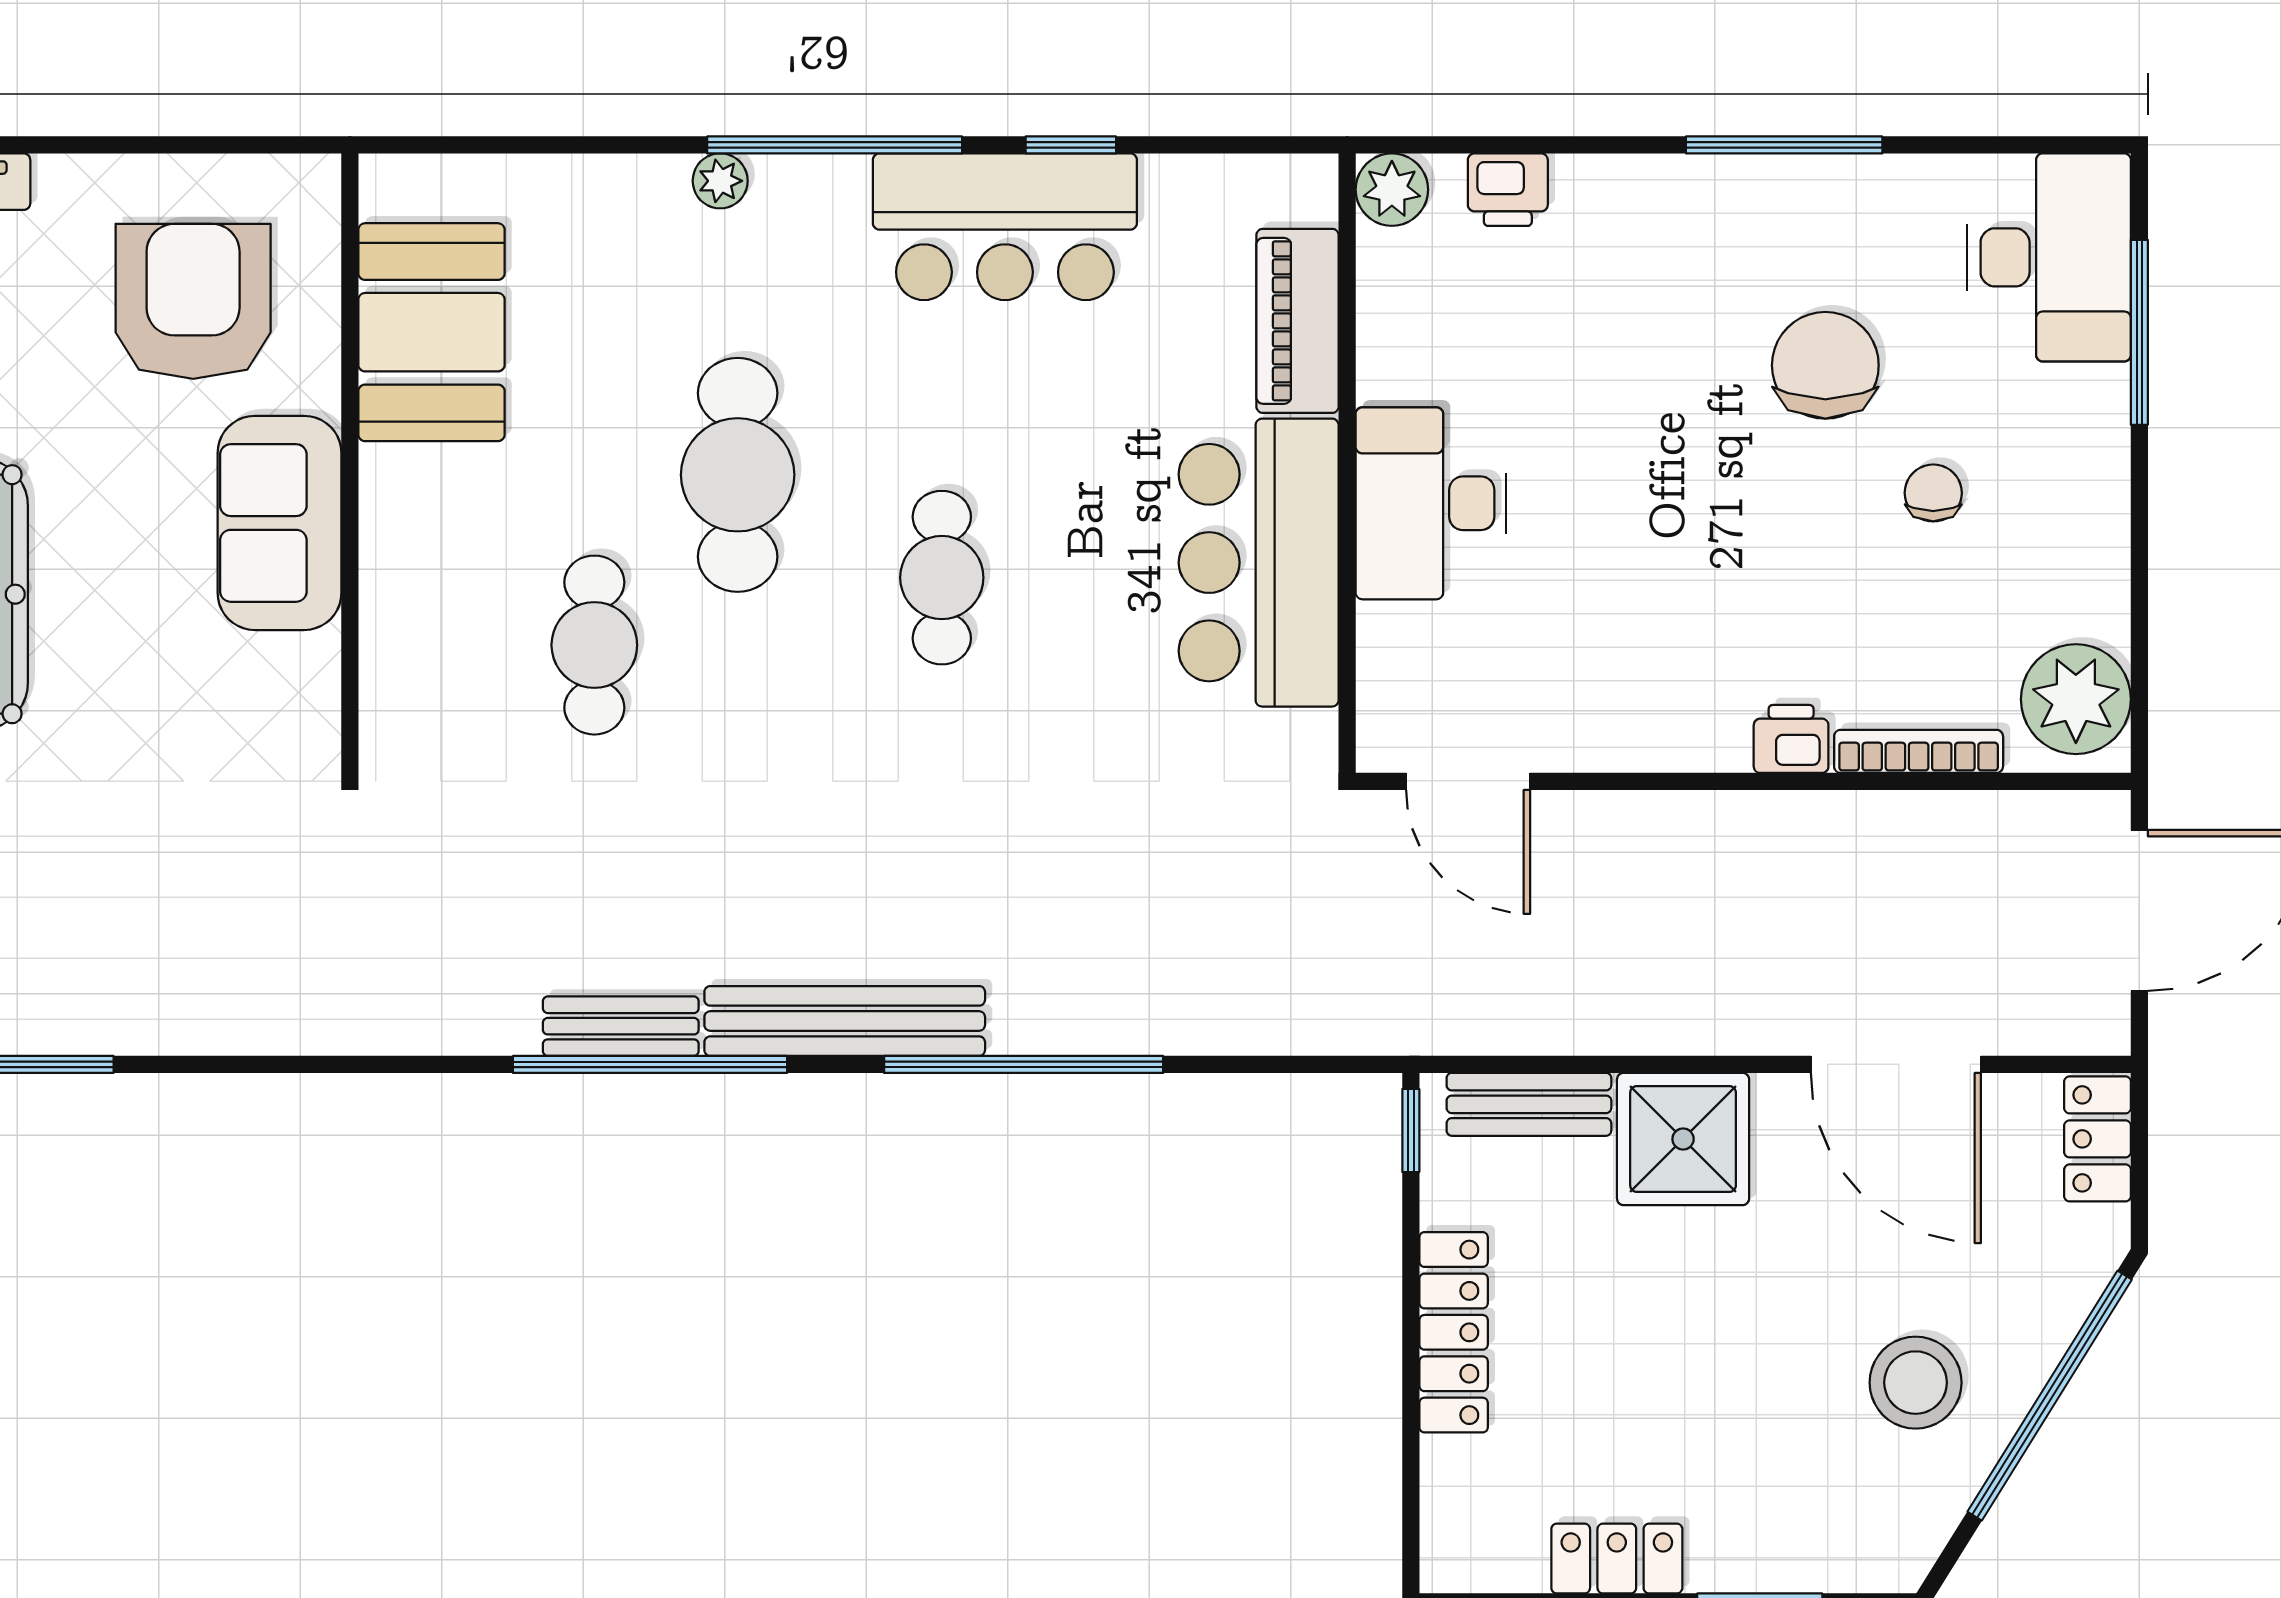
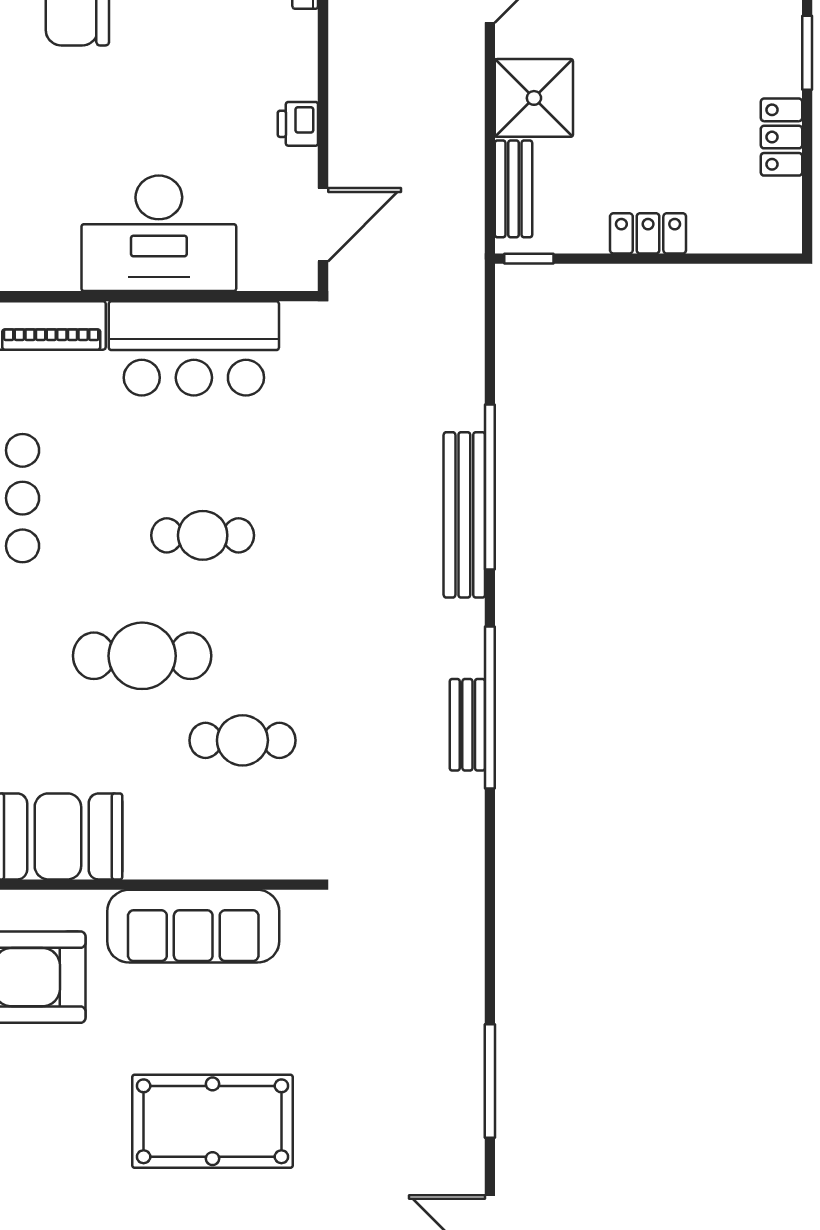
desk: (1431, 503) -> (159, 233), width x1.36, depth x1.30
sofa: (279, 523) -> (193, 926), width x1.36
printer: (1791, 739) -> (298, 124), moved
bench: (845, 1021) -> (464, 515), moved
locker: (1454, 1332) -> (648, 233), width x0.66

